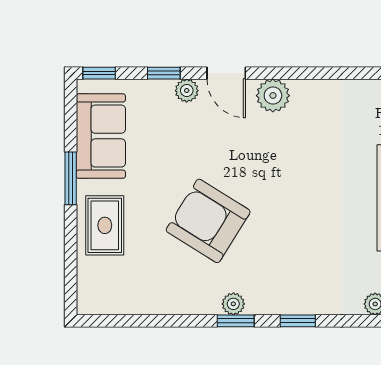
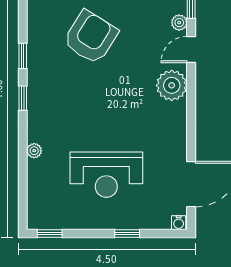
plant: (273, 96) -> (172, 85), width x1.36, depth x1.36
plant: (233, 304) -> (34, 54), removed

